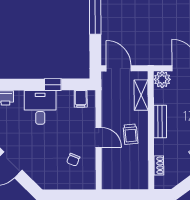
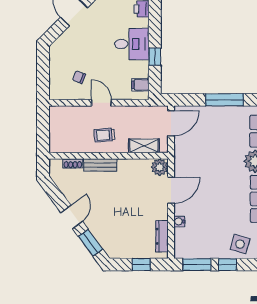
bench: (160, 122) -> (100, 165), moved
door: (99, 137) -> (101, 103), swing flipped

